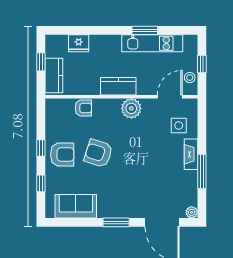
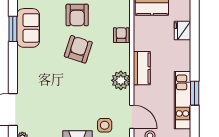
armchair: (83, 108) -> (121, 35), turned 180
window: (116, 222) -> (13, 29), moved

